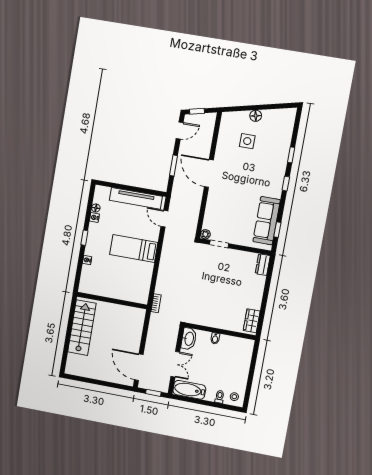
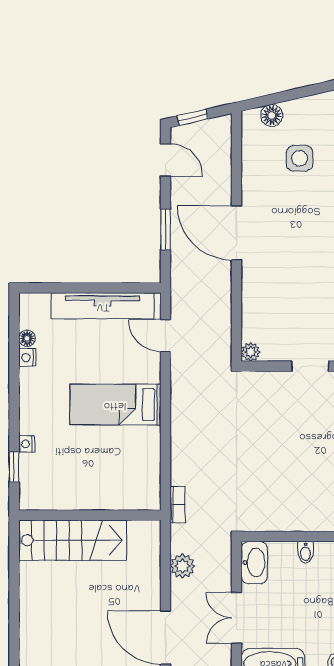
floor lamp: (256, 116) -> (272, 115), moved
door: (180, 131) -> (165, 160), hinge flipped
window: (84, 238) -> (14, 467), moved
doorway: (219, 244) -> (310, 366), moved
stairs: (82, 328) -> (73, 540), moved, turned 90
plant: (153, 334) -> (182, 566), added
double door: (175, 364) -> (236, 618), swing flipped

